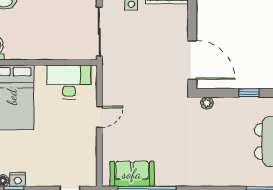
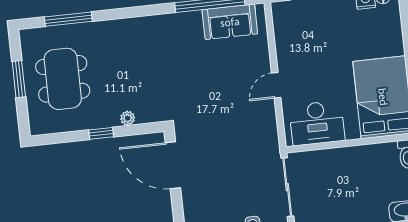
plant: (207, 103) -> (128, 118), moved

